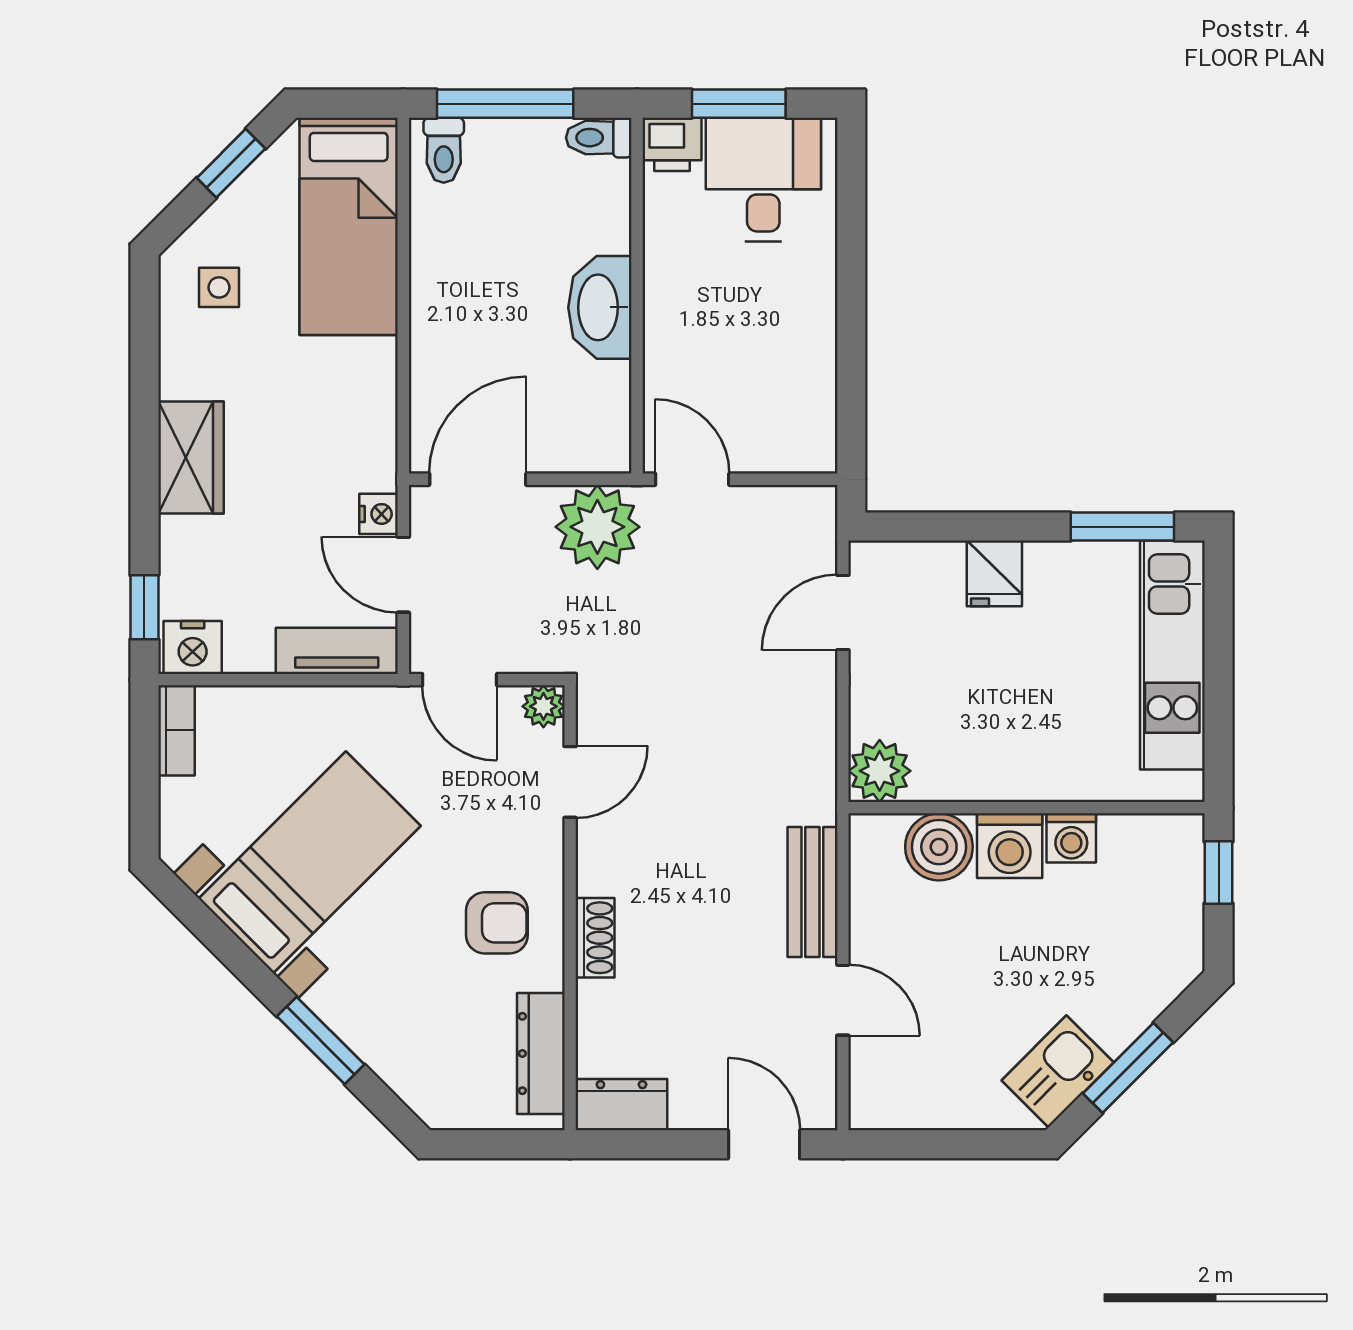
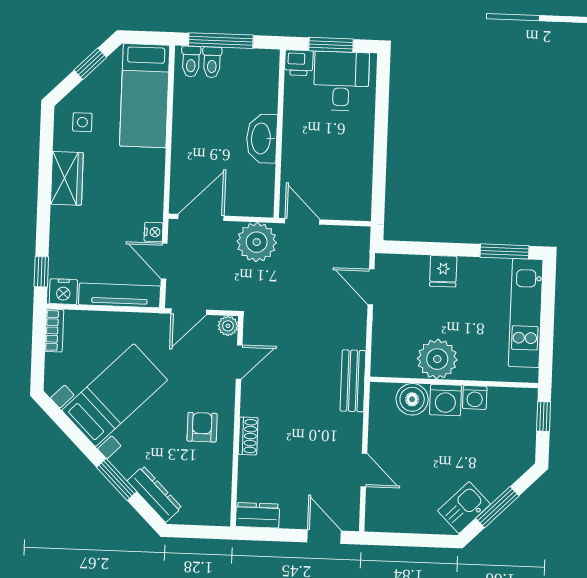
toilet: (599, 138) -> (212, 62), moved, turned -90
wardrobe: (191, 457) -> (67, 178), moved
door: (843, 613) -> (371, 287), hinge flipped
tv unit: (337, 651) -> (120, 295), width x1.41
door: (460, 680) -> (189, 312), hinge flipped
plant: (880, 771) -> (437, 359), moved, width x1.36, depth x1.36
bench: (812, 892) -> (353, 381), moved
armchair: (497, 923) -> (202, 427), turned -90
dresser: (541, 1054) -> (154, 494), moved, turned 135

